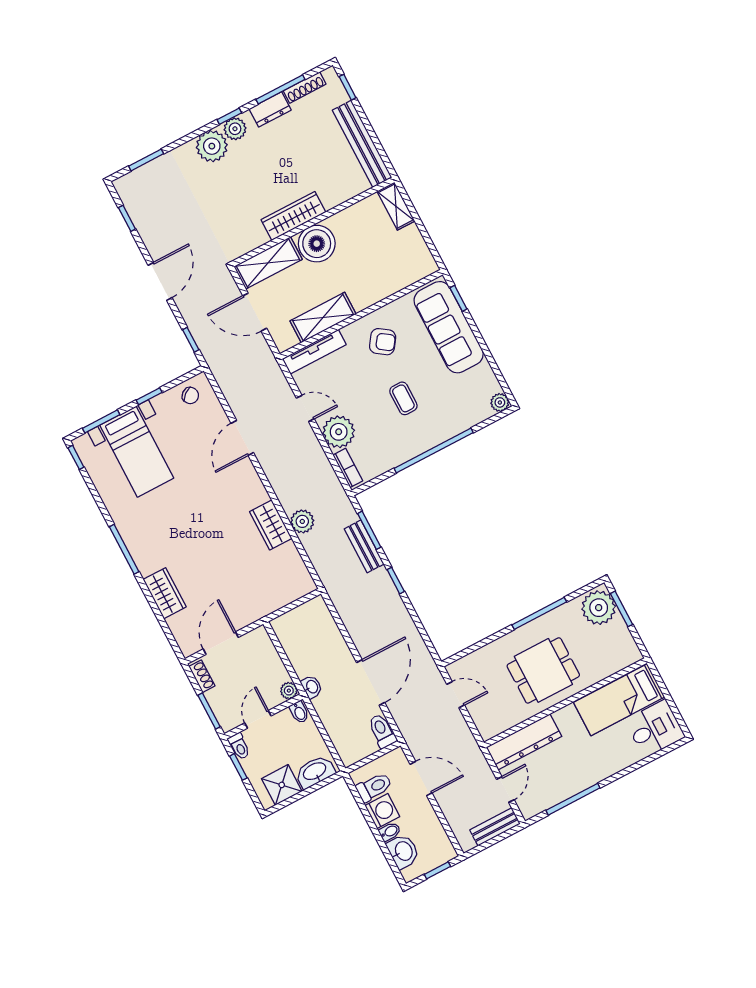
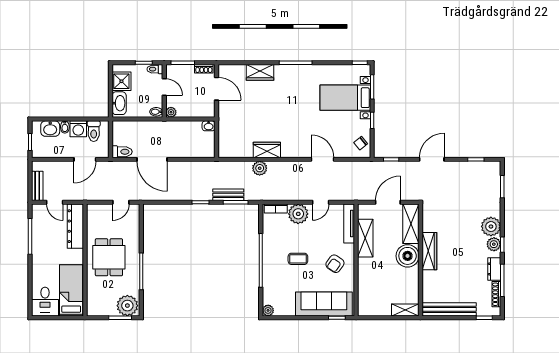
door: (160, 281) -> (432, 159), swing flipped
washbasin: (312, 687) -> (209, 126), moved

